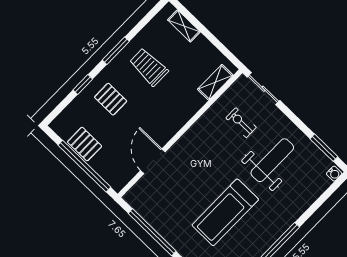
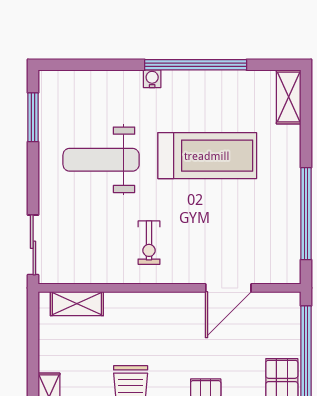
exercise bike: (241, 123) -> (149, 243), moved
water cooler: (334, 174) -> (152, 79), moved

